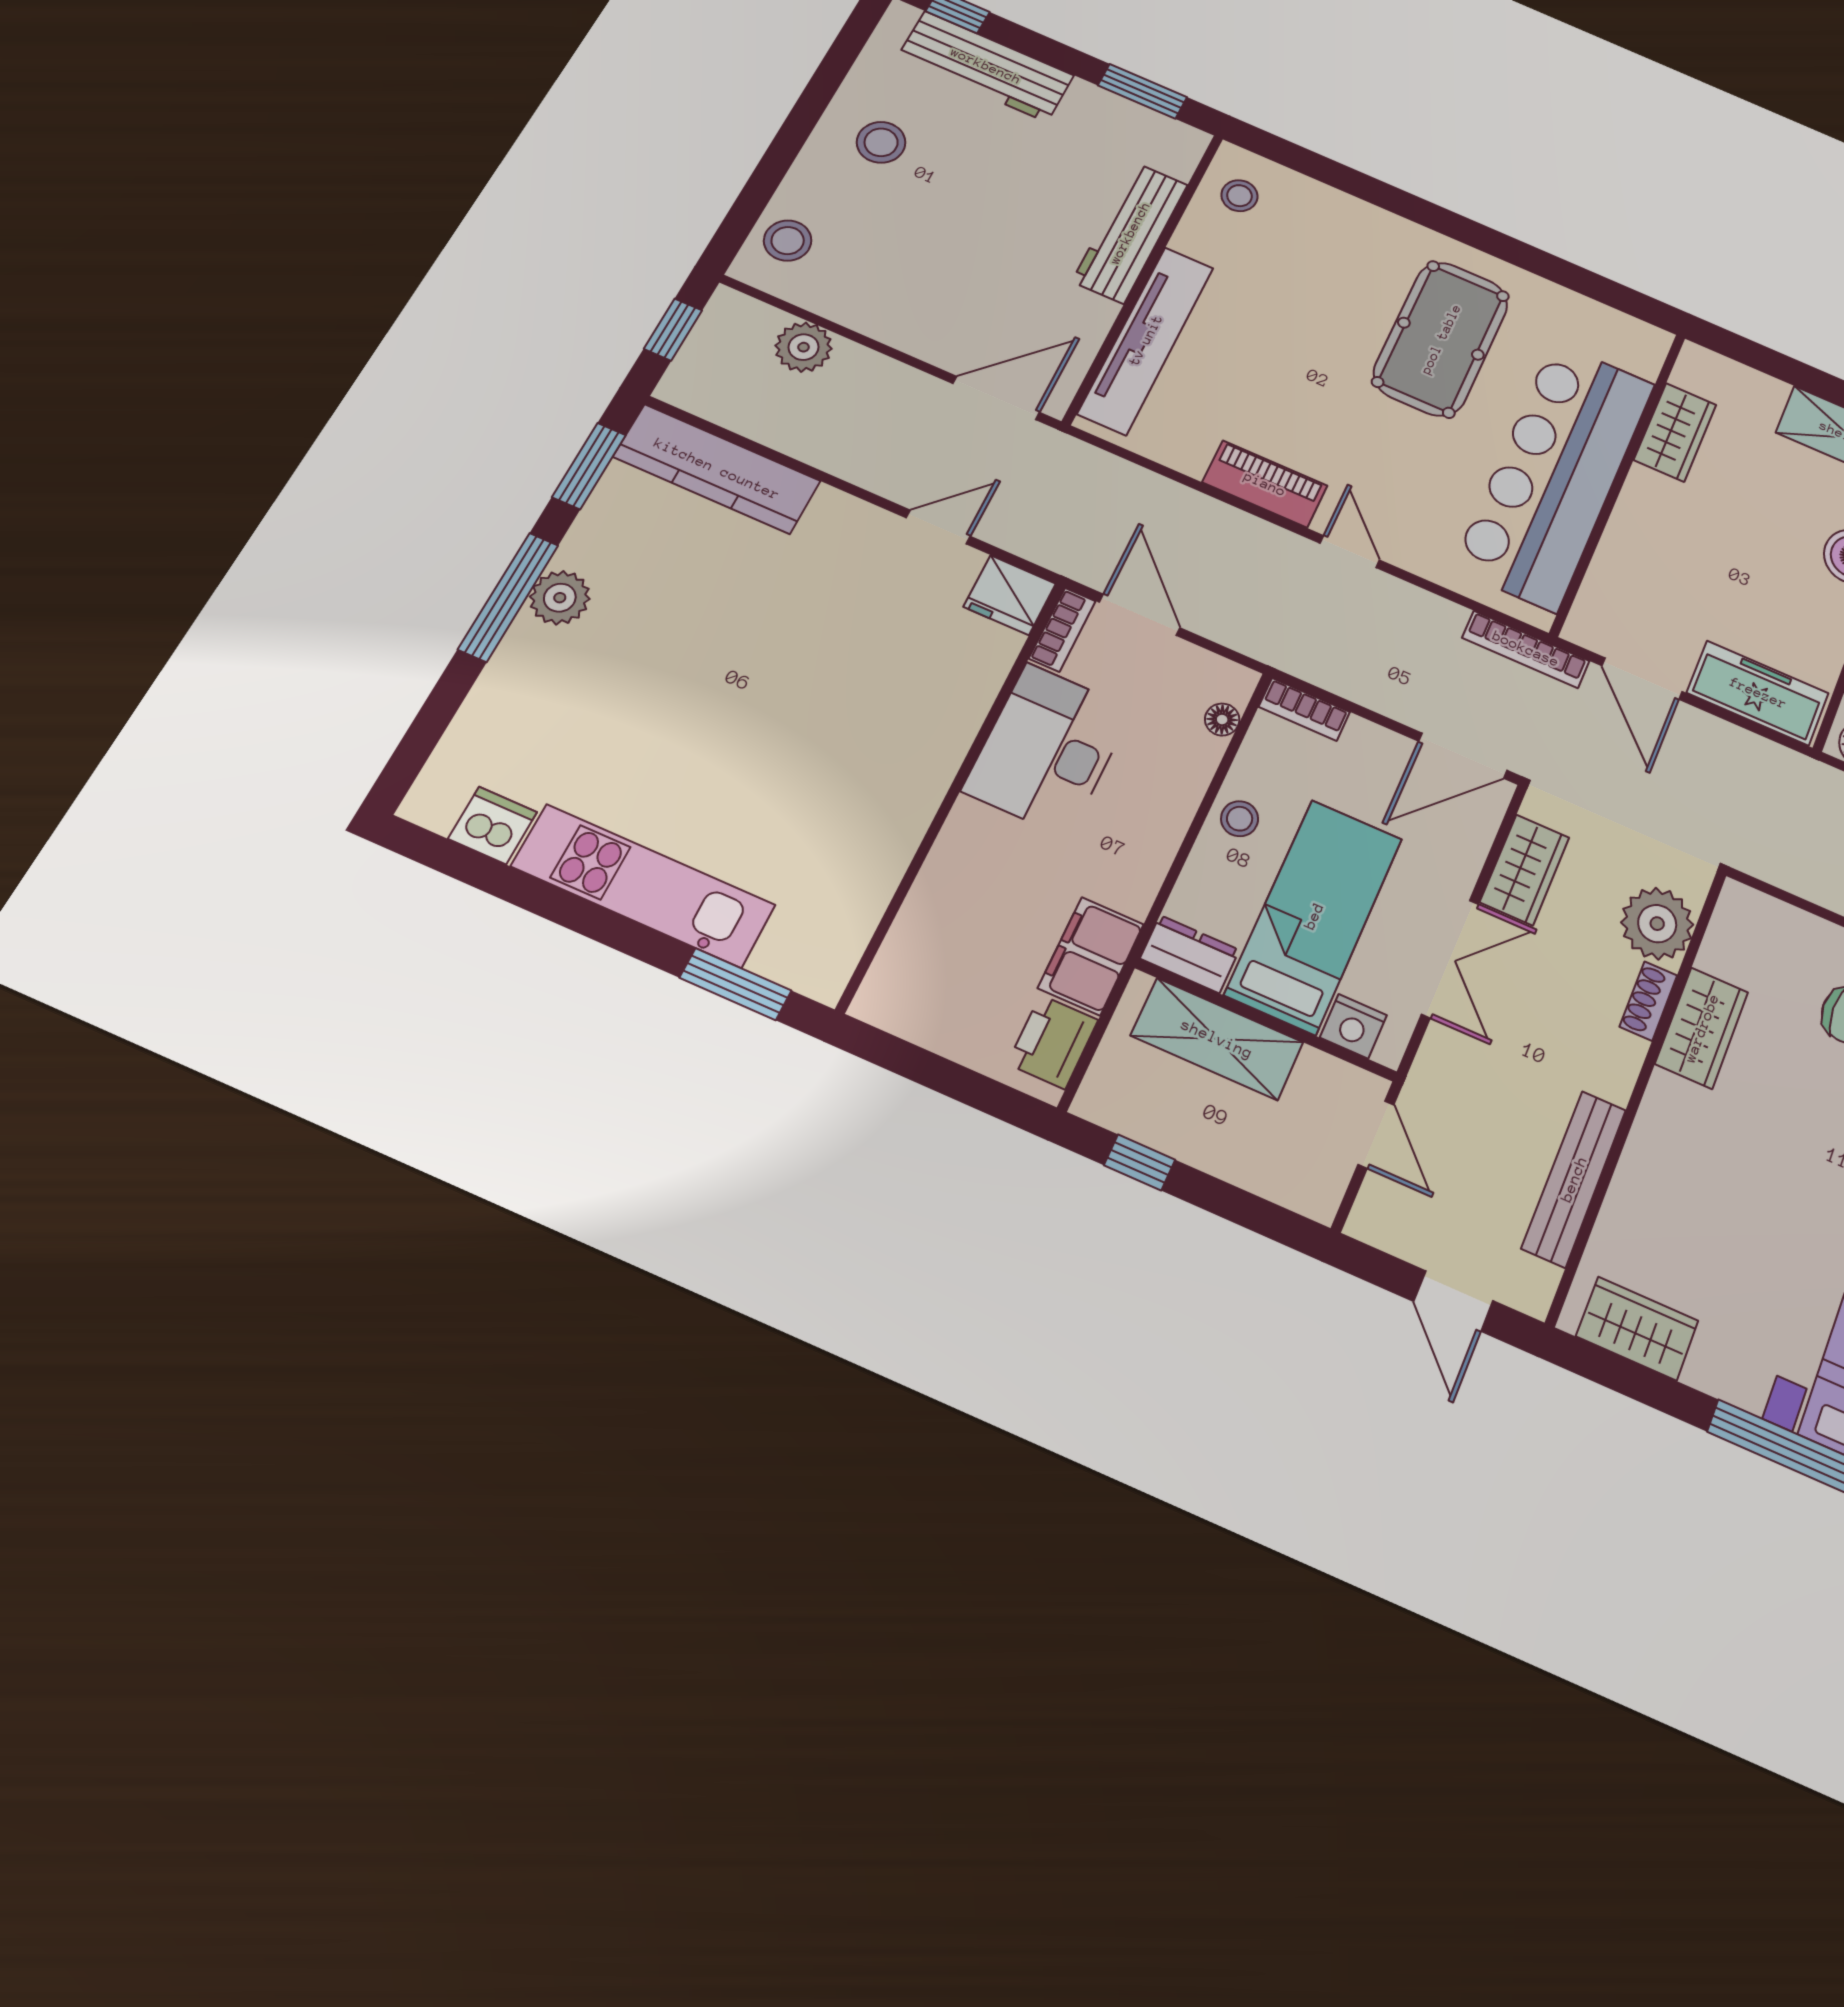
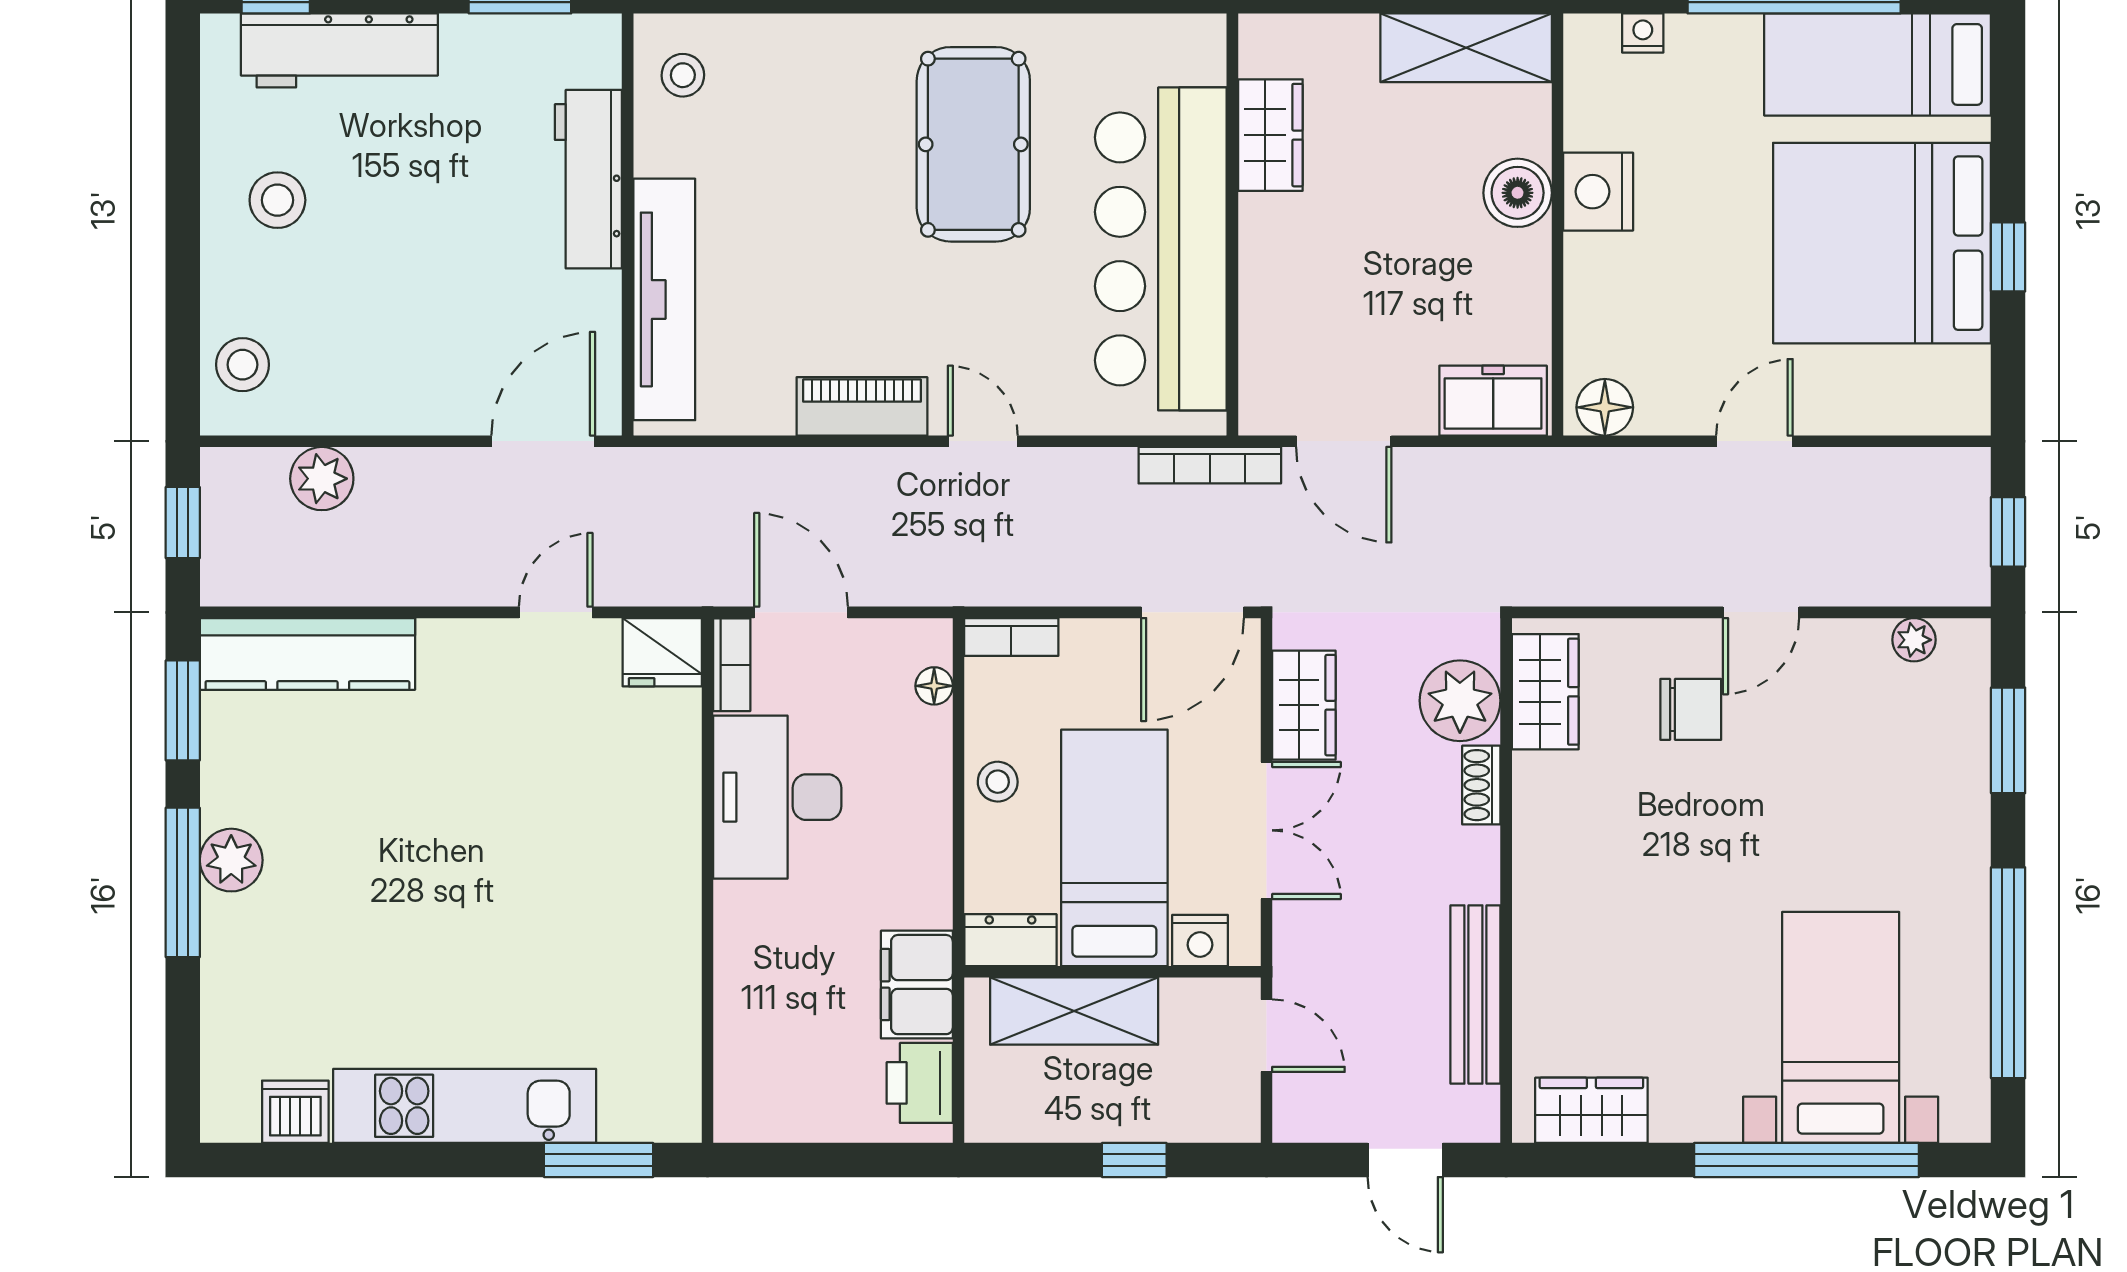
freezer: (1758, 693) -> (1493, 401), width x0.71
wardrobe: (1702, 1028) -> (1545, 692), moved
window: (1140, 1163) -> (1134, 1160), moved

